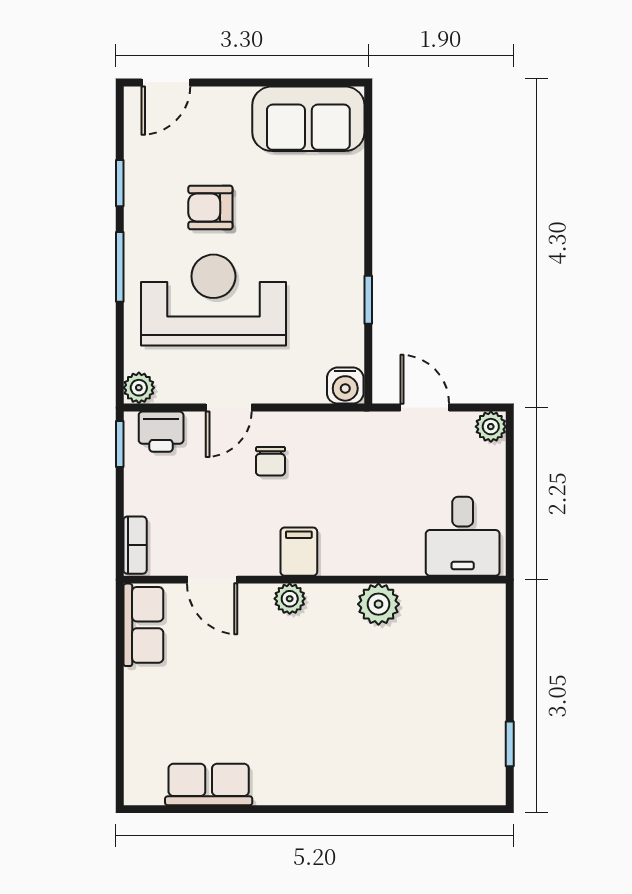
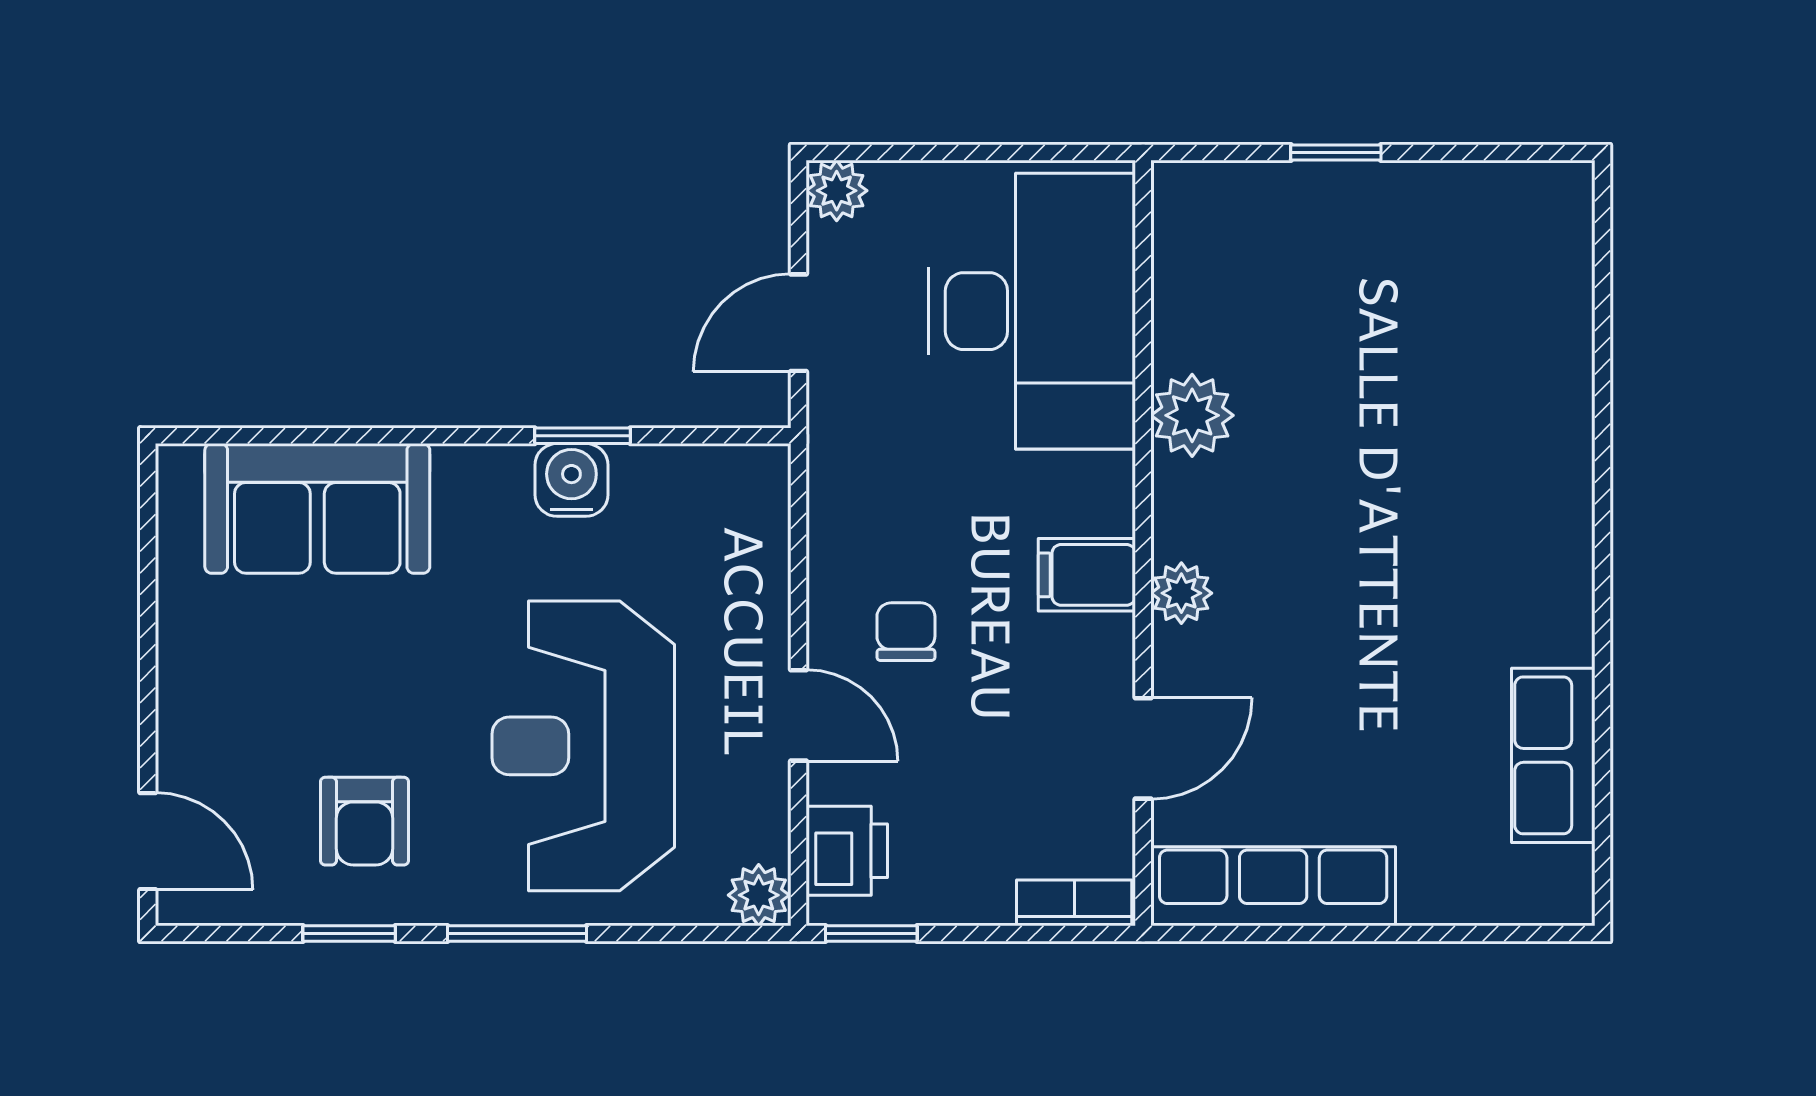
sofa: (308, 119) -> (317, 508), moved, turned 90
armchair: (210, 207) -> (365, 821), moved
water cooler: (345, 386) -> (571, 480), moved, turned -90
chair: (270, 461) -> (906, 632), turned -90
desk: (463, 536) -> (1032, 311), width x1.87, depth x1.30
row of seats: (143, 625) -> (1273, 886), width x1.48
window: (510, 744) -> (1336, 153), moved

